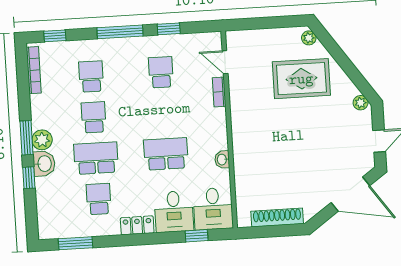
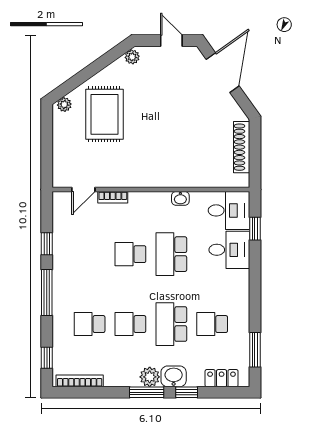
school desk: (161, 72) -> (130, 254), moved
locker: (137, 225) -> (222, 378), moved, turned 90

